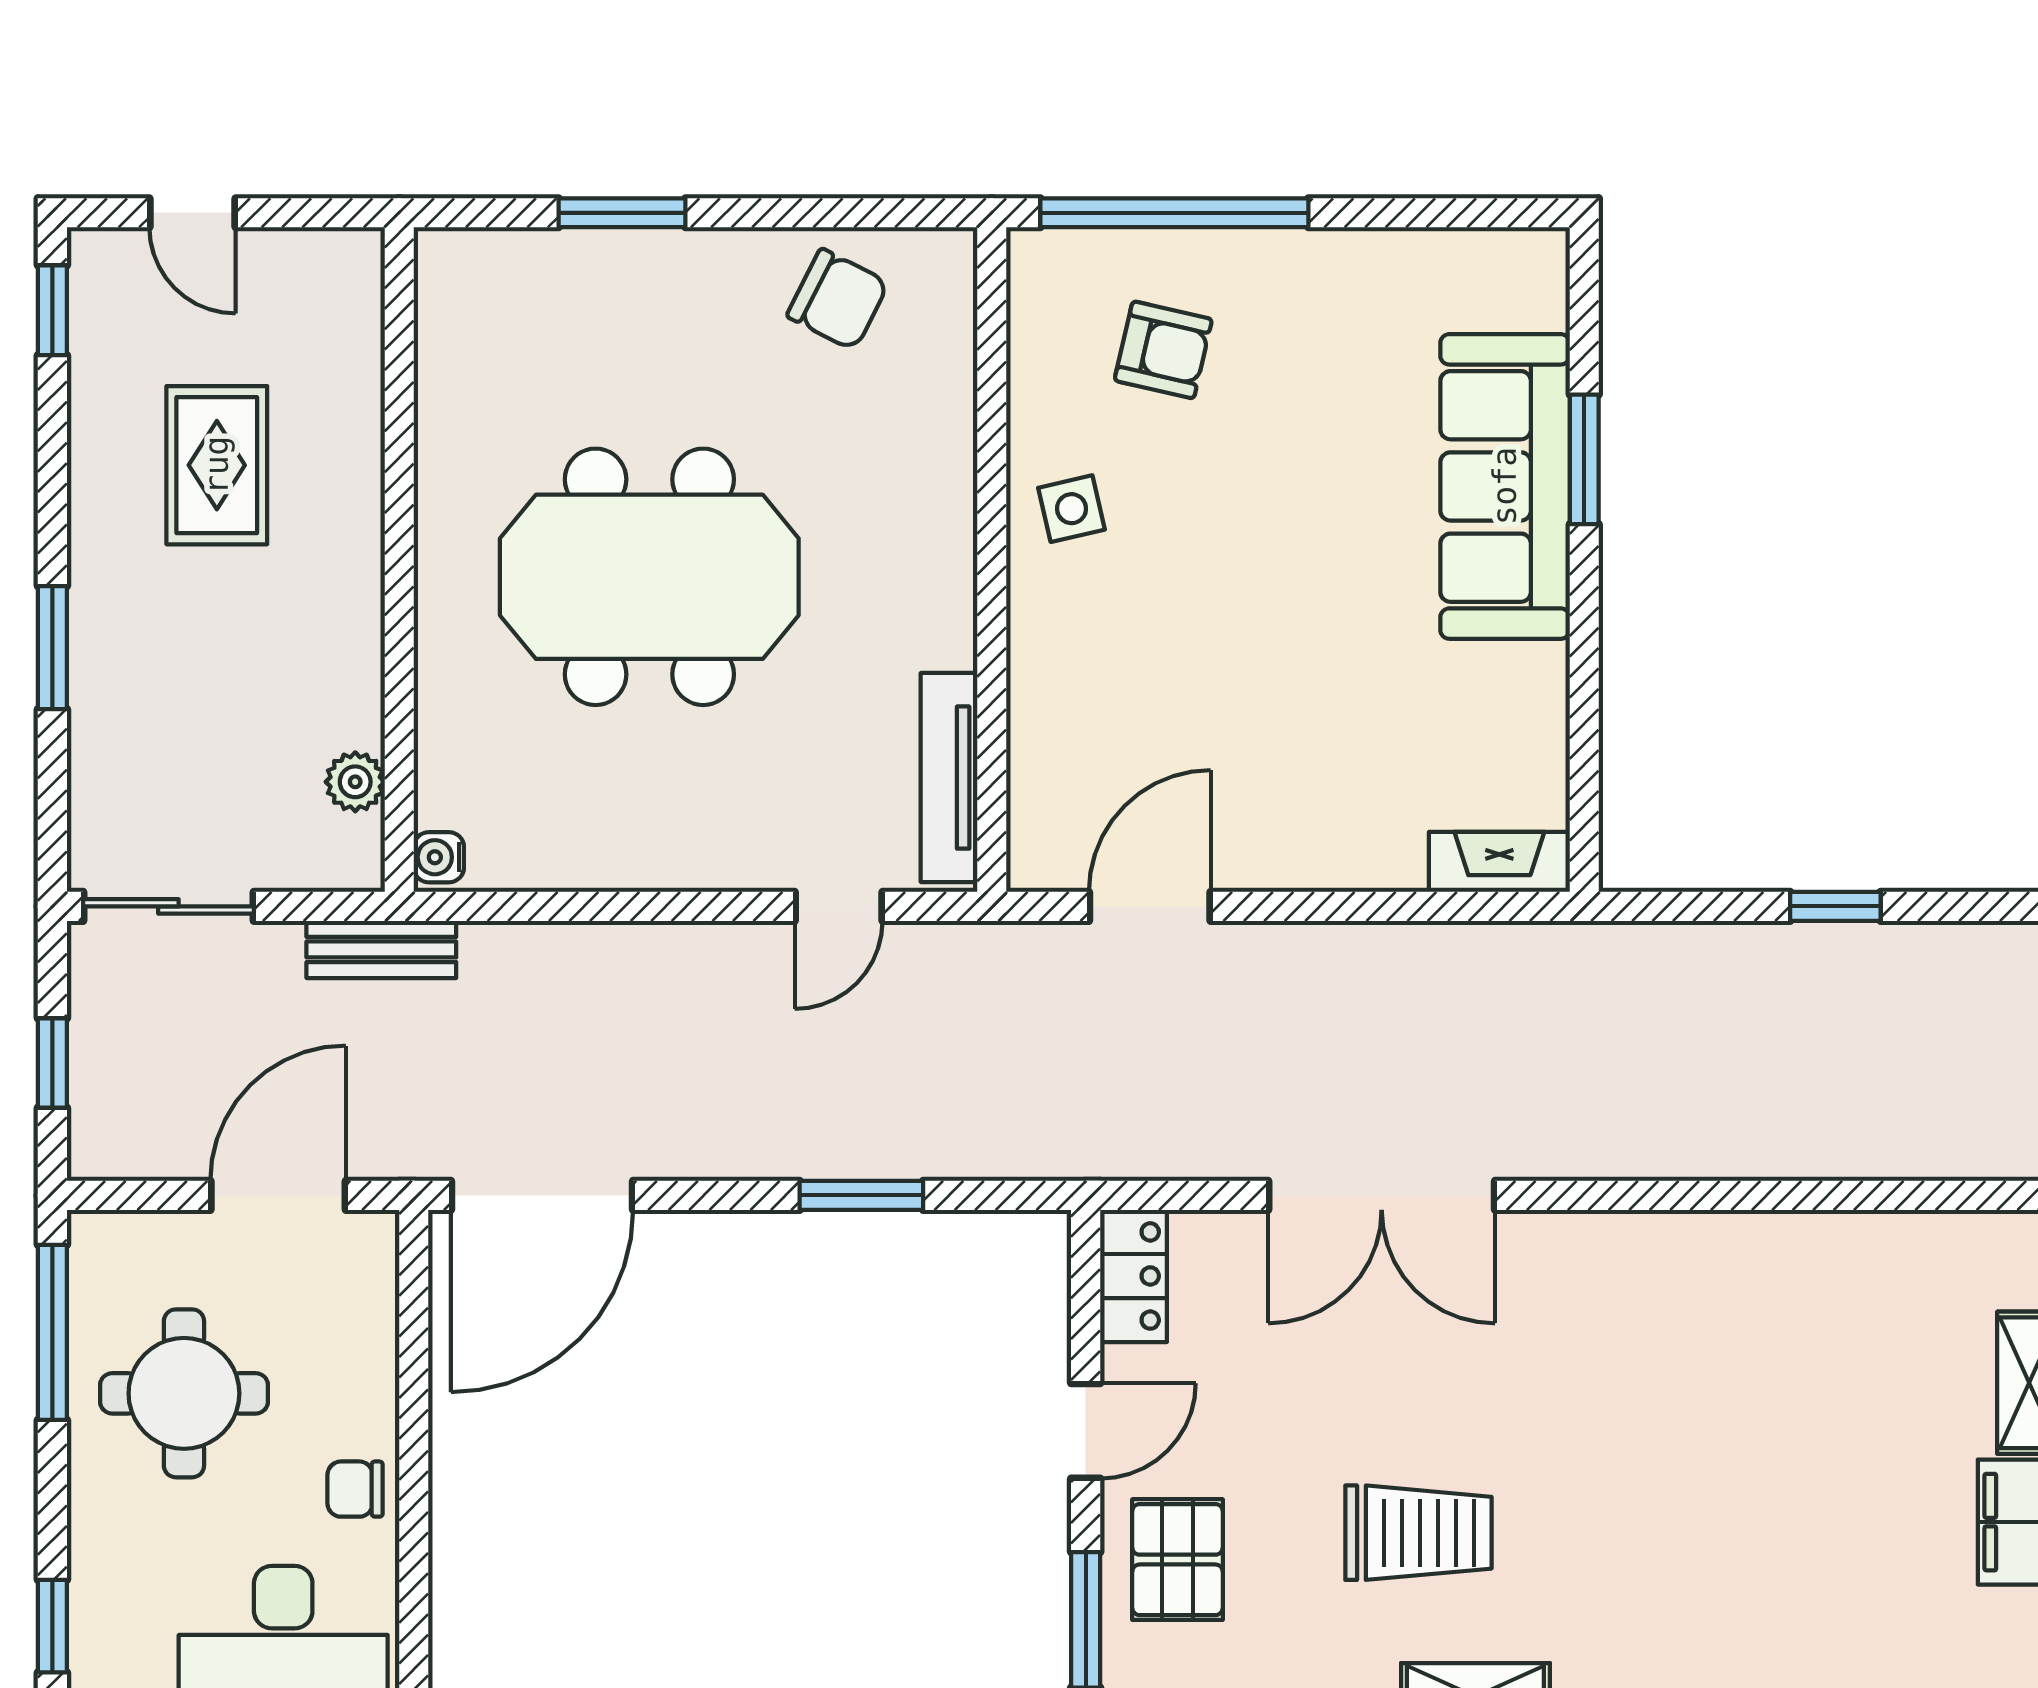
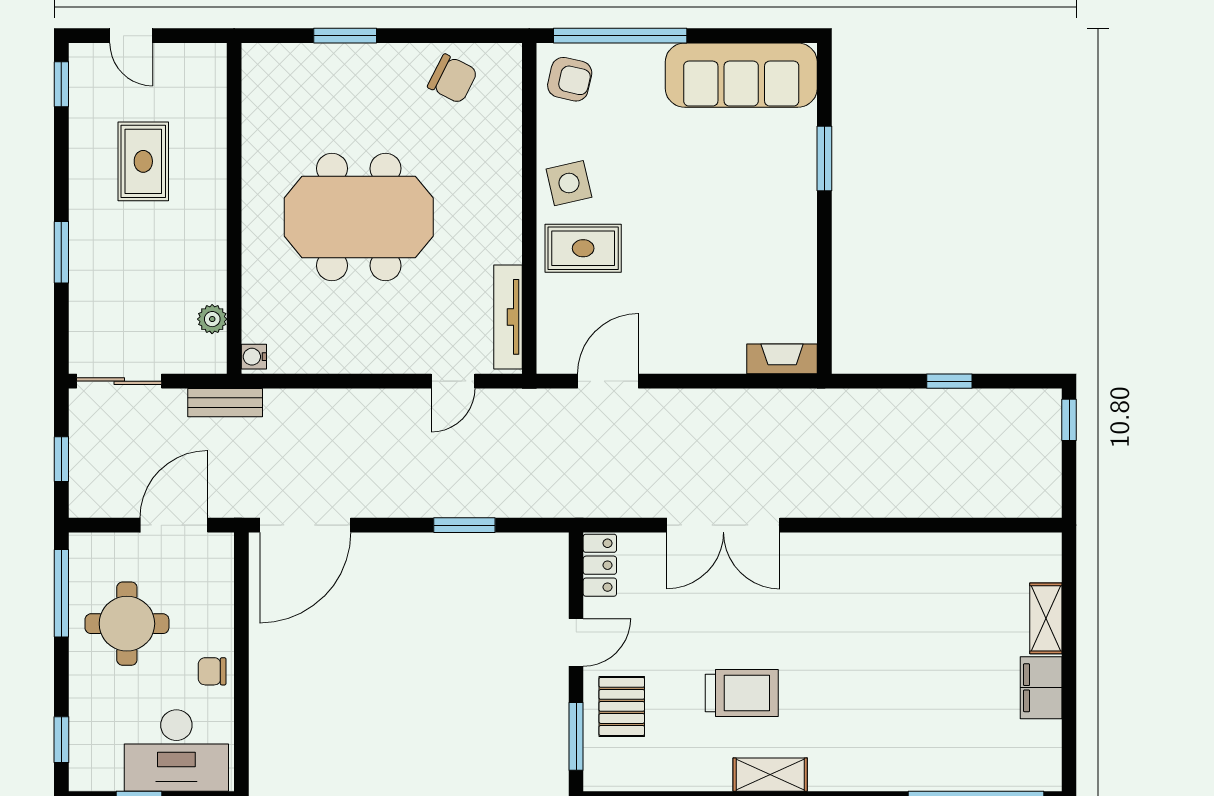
armchair: (1163, 350) -> (570, 79), moved
sofa: (1505, 486) -> (741, 75), moved, turned -90
side table: (1072, 509) -> (569, 183), width x1.37, depth x1.37
rug: (1100, 640) -> (583, 248), added

